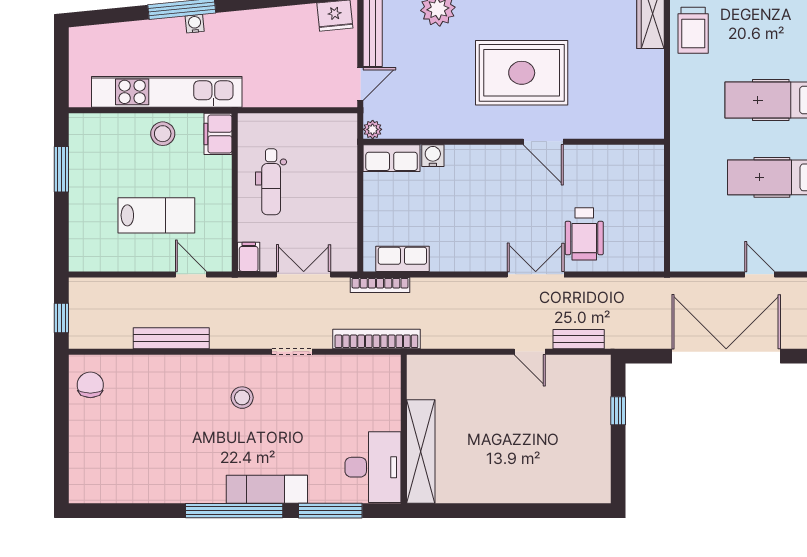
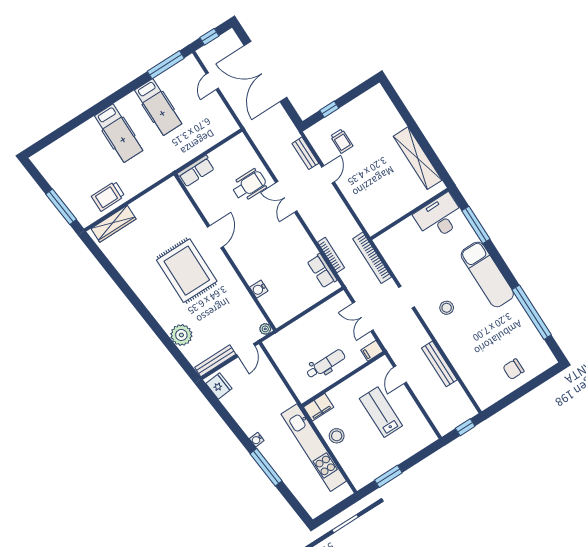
water cooler: (195, 24) -> (257, 440), moved
trolley: (693, 30) -> (108, 196), turned 180
door: (360, 84) -> (246, 350), swing flipped
row of seats: (392, 158) -> (196, 171), moved, turned 90
bookcase: (380, 285) -> (331, 255), moved
chair: (90, 385) -> (513, 369), moved
trolley: (564, 400) -> (342, 141), added
shelving: (421, 451) -> (418, 158), moved, turned 90
exam couch: (267, 489) -> (487, 274), width x1.36, depth x1.45
window: (234, 511) -> (532, 312), moved

